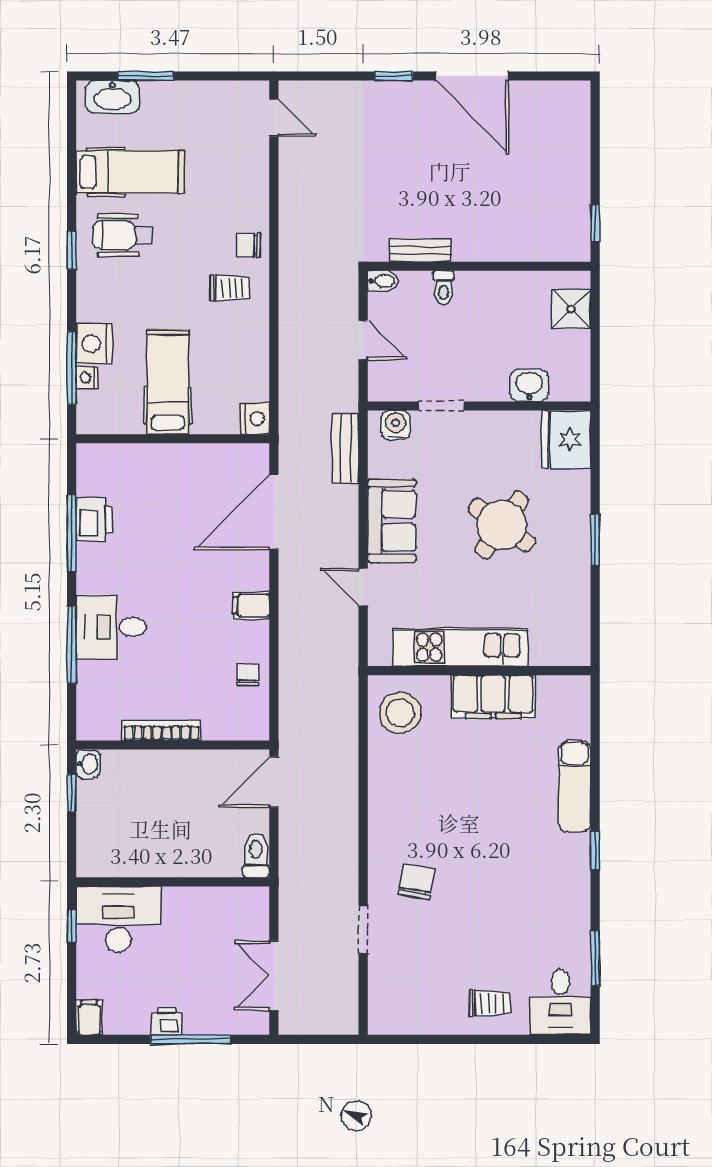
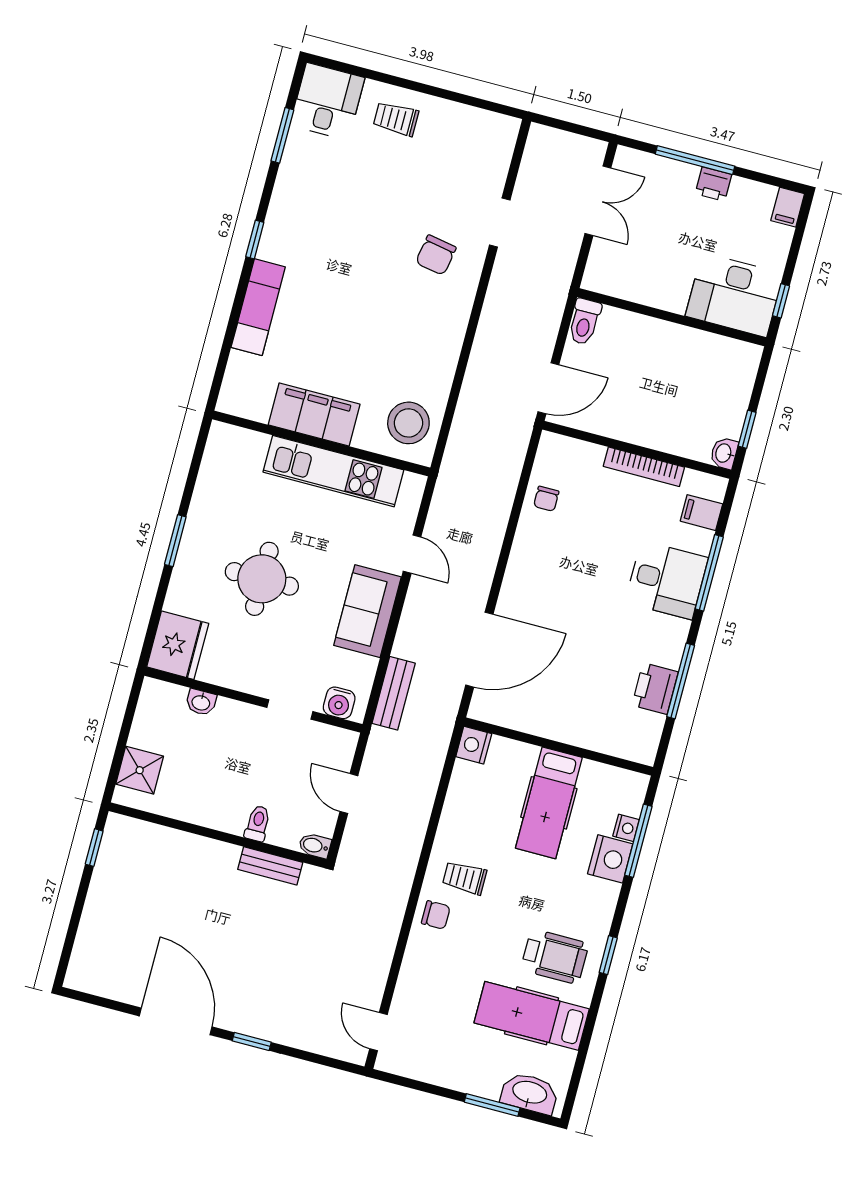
washbasin: (529, 385) -> (201, 702), width x0.72, depth x0.69
round table: (502, 525) -> (262, 579), turned -35
filing cabinet: (251, 605) -> (701, 513), moved, turned 180

